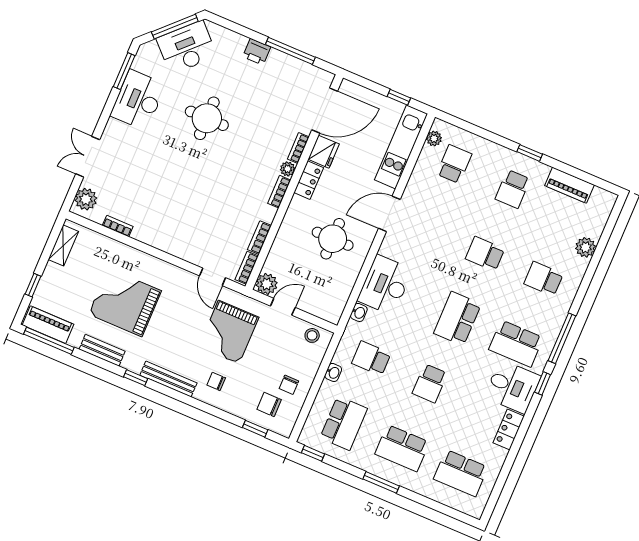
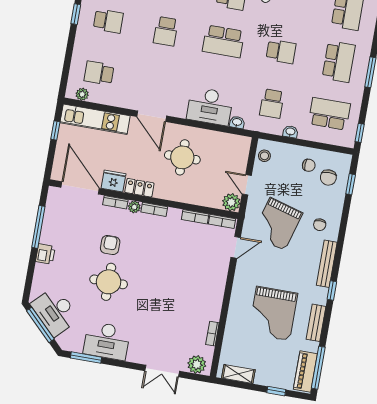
armchair: (250, 130) -> (110, 245), added
grand piano: (229, 332) -> (277, 224), turned 106

